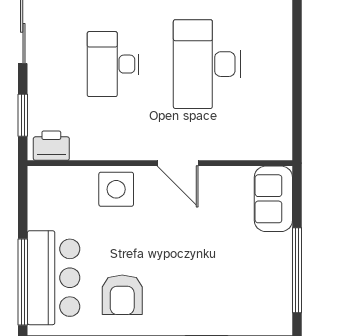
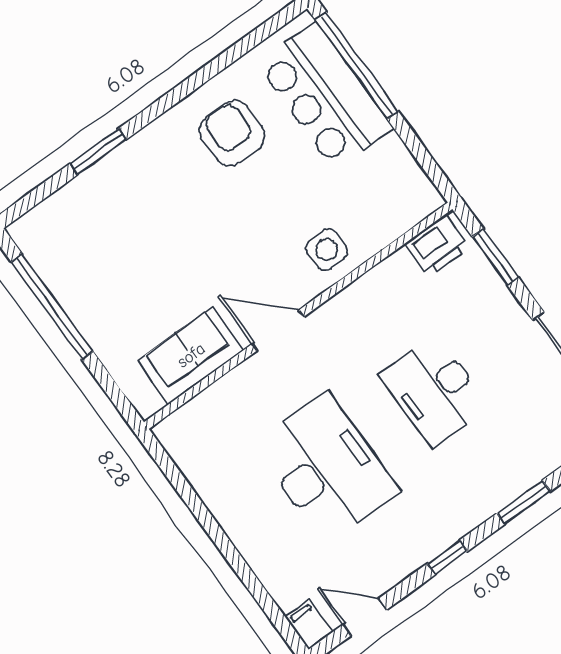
desk: (113, 64) -> (434, 390), turned 180
side table: (116, 189) -> (327, 249), width x0.73, depth x0.73
sofa: (273, 199) -> (191, 355), moved, turned -90

